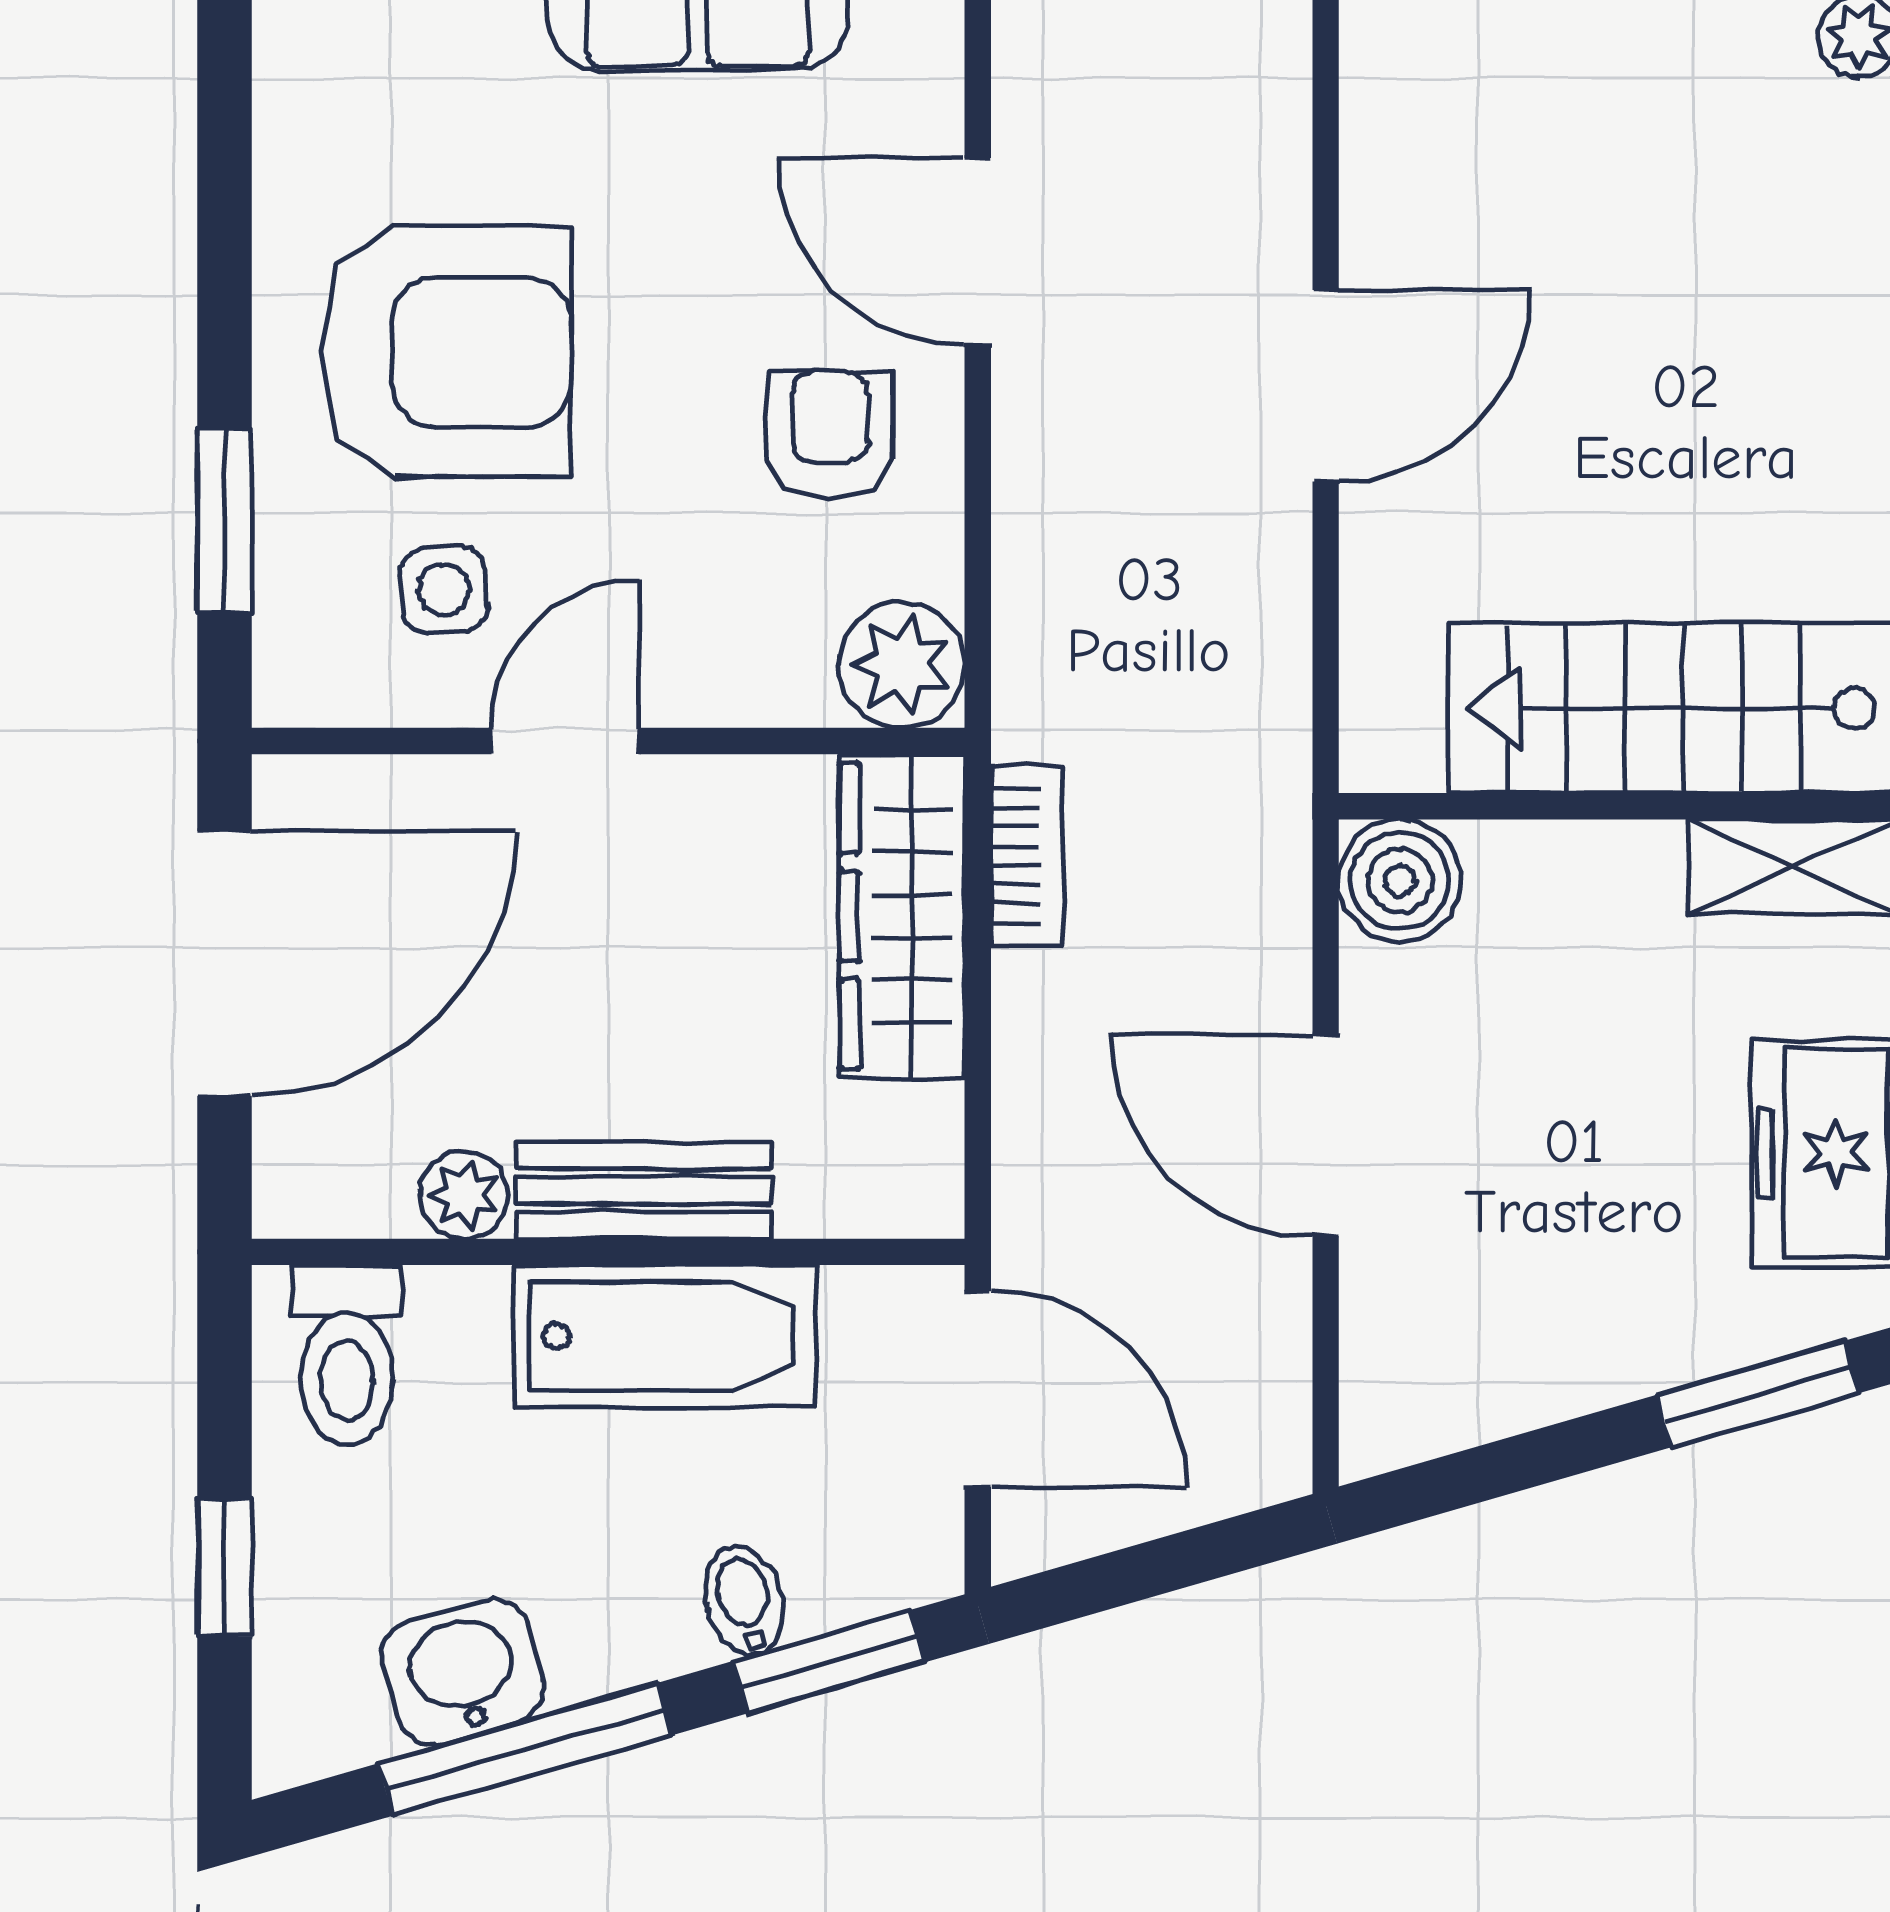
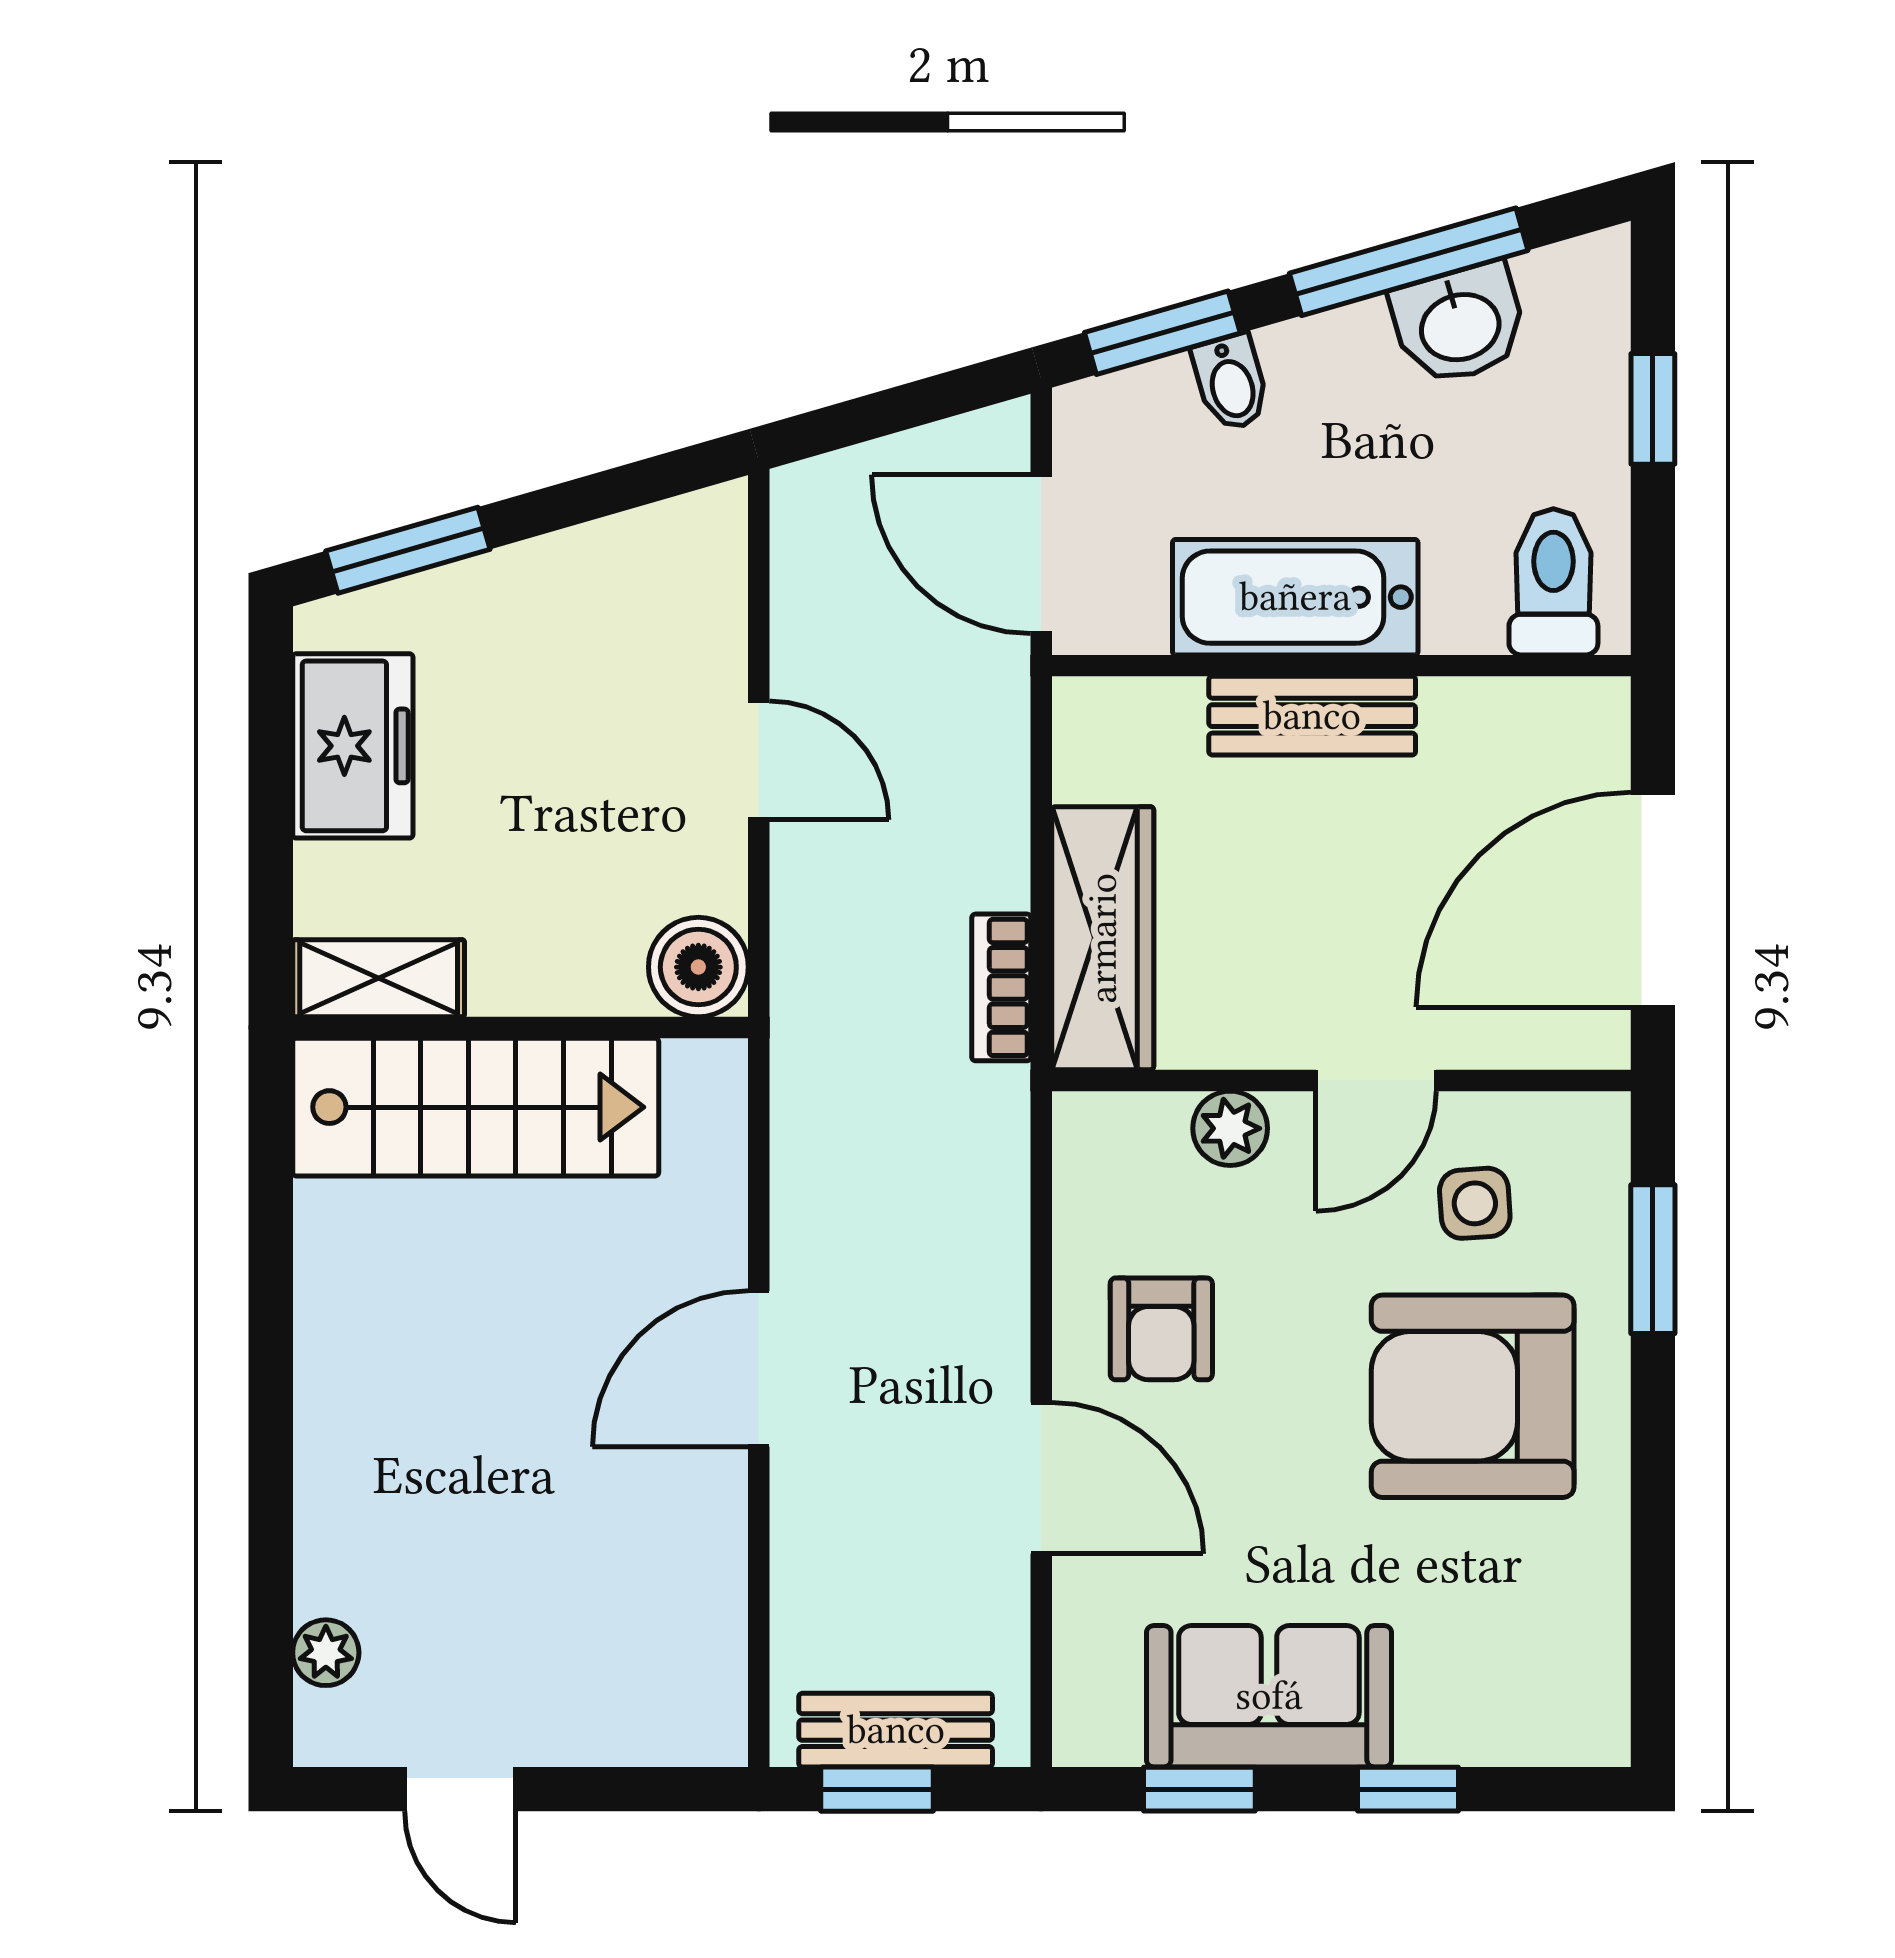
plant: (902, 665) -> (1230, 1128), moved, width x0.73, depth x0.73
door: (1326, 1135) -> (759, 760), width x0.73
plant: (464, 1195) -> (1458, 712), removed

